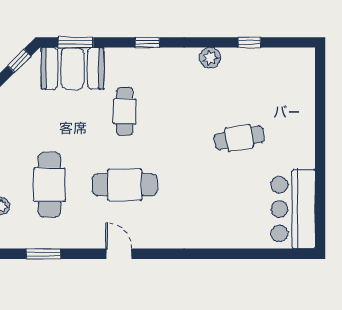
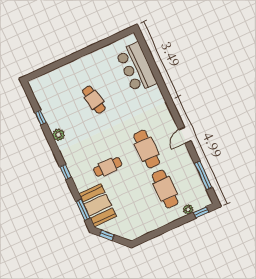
cafe table: (49, 185) -> (165, 189), turned 90
bar counter: (293, 209) -> (136, 68), moved, turned 90
window: (43, 254) -> (203, 175), width x1.44

